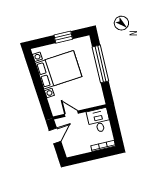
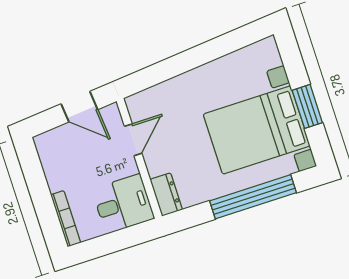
bed with nightstands: (59, 70) -> (257, 130), moved, turned 95
dresser: (96, 101) -> (166, 195), added

